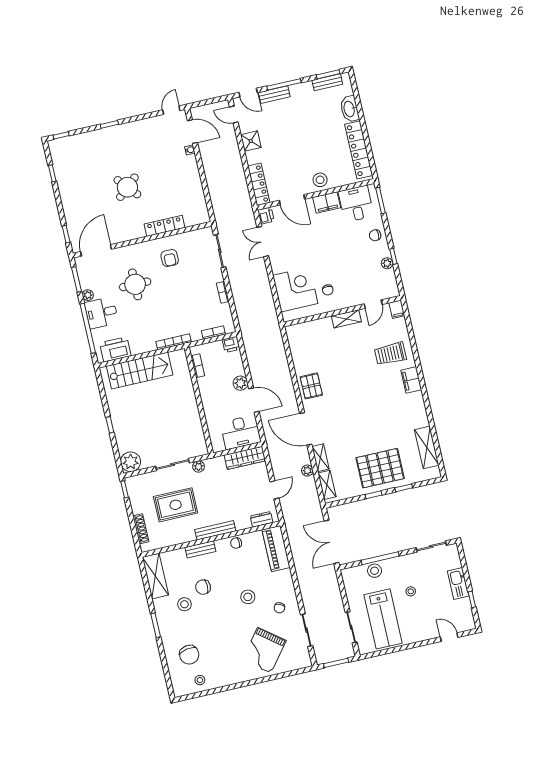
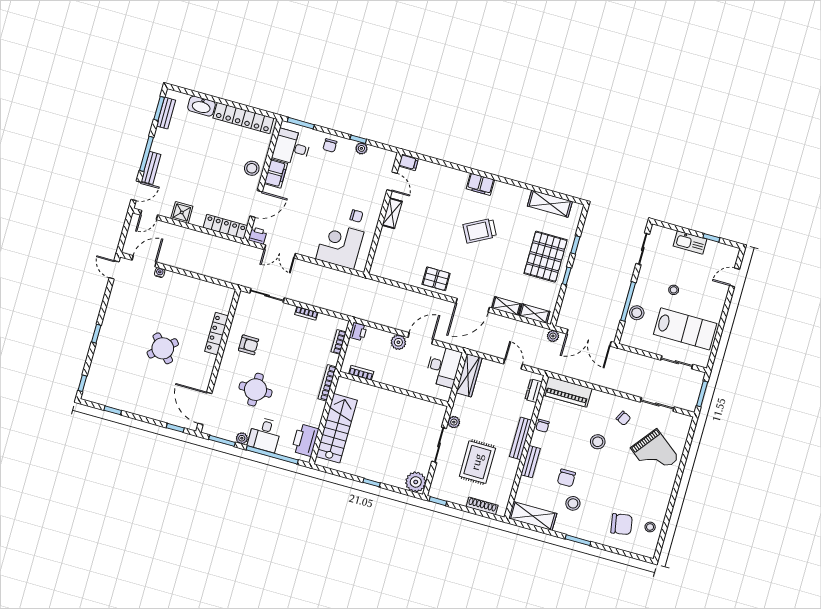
trolley: (390, 354) -> (480, 231), moved, turned 62
plant: (307, 471) -> (553, 336), moved

